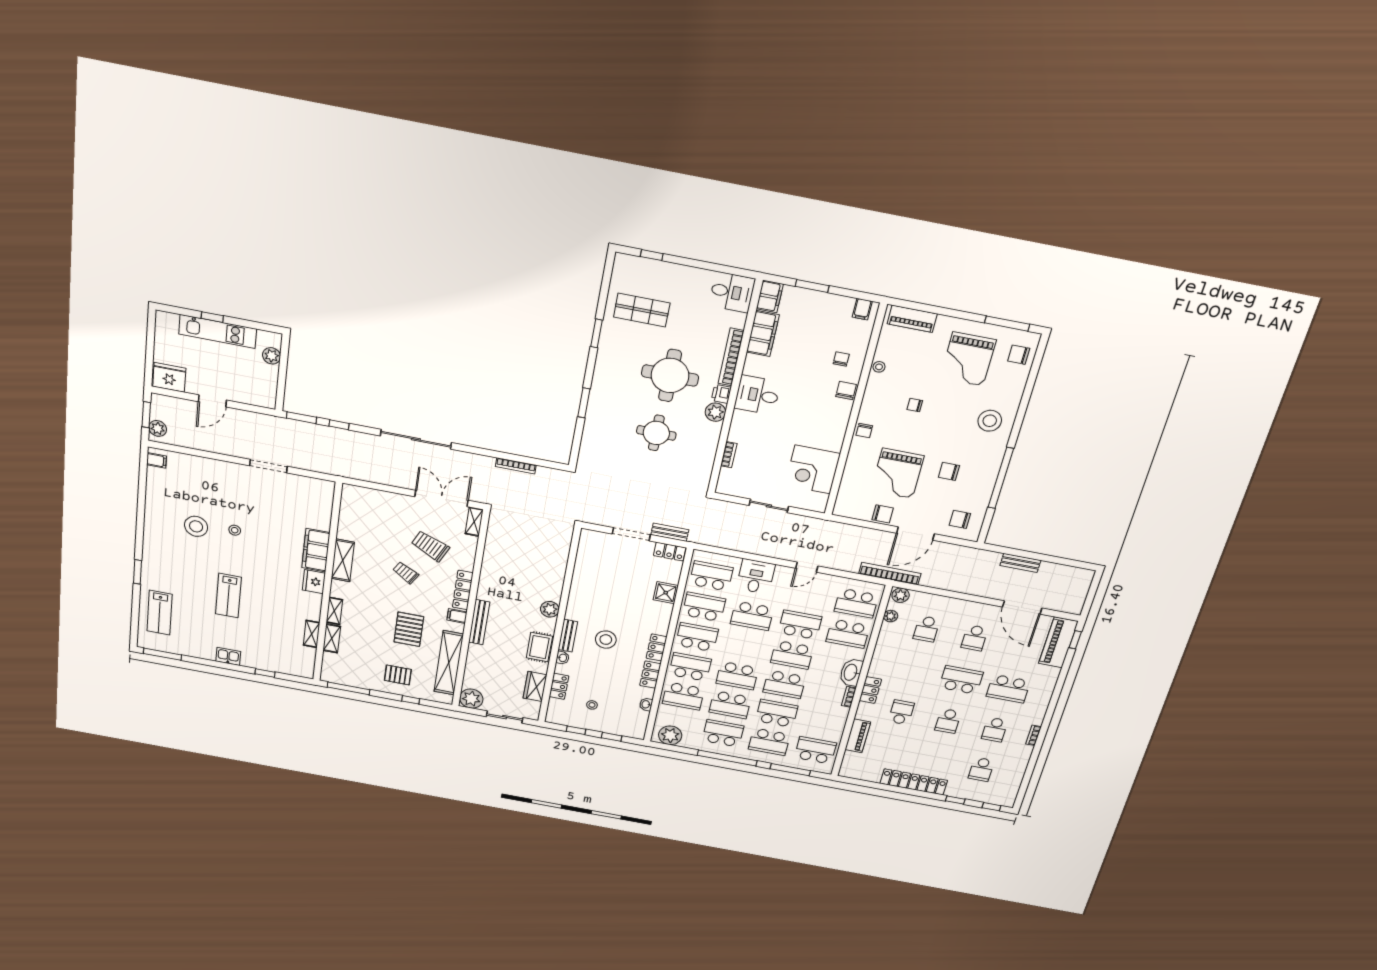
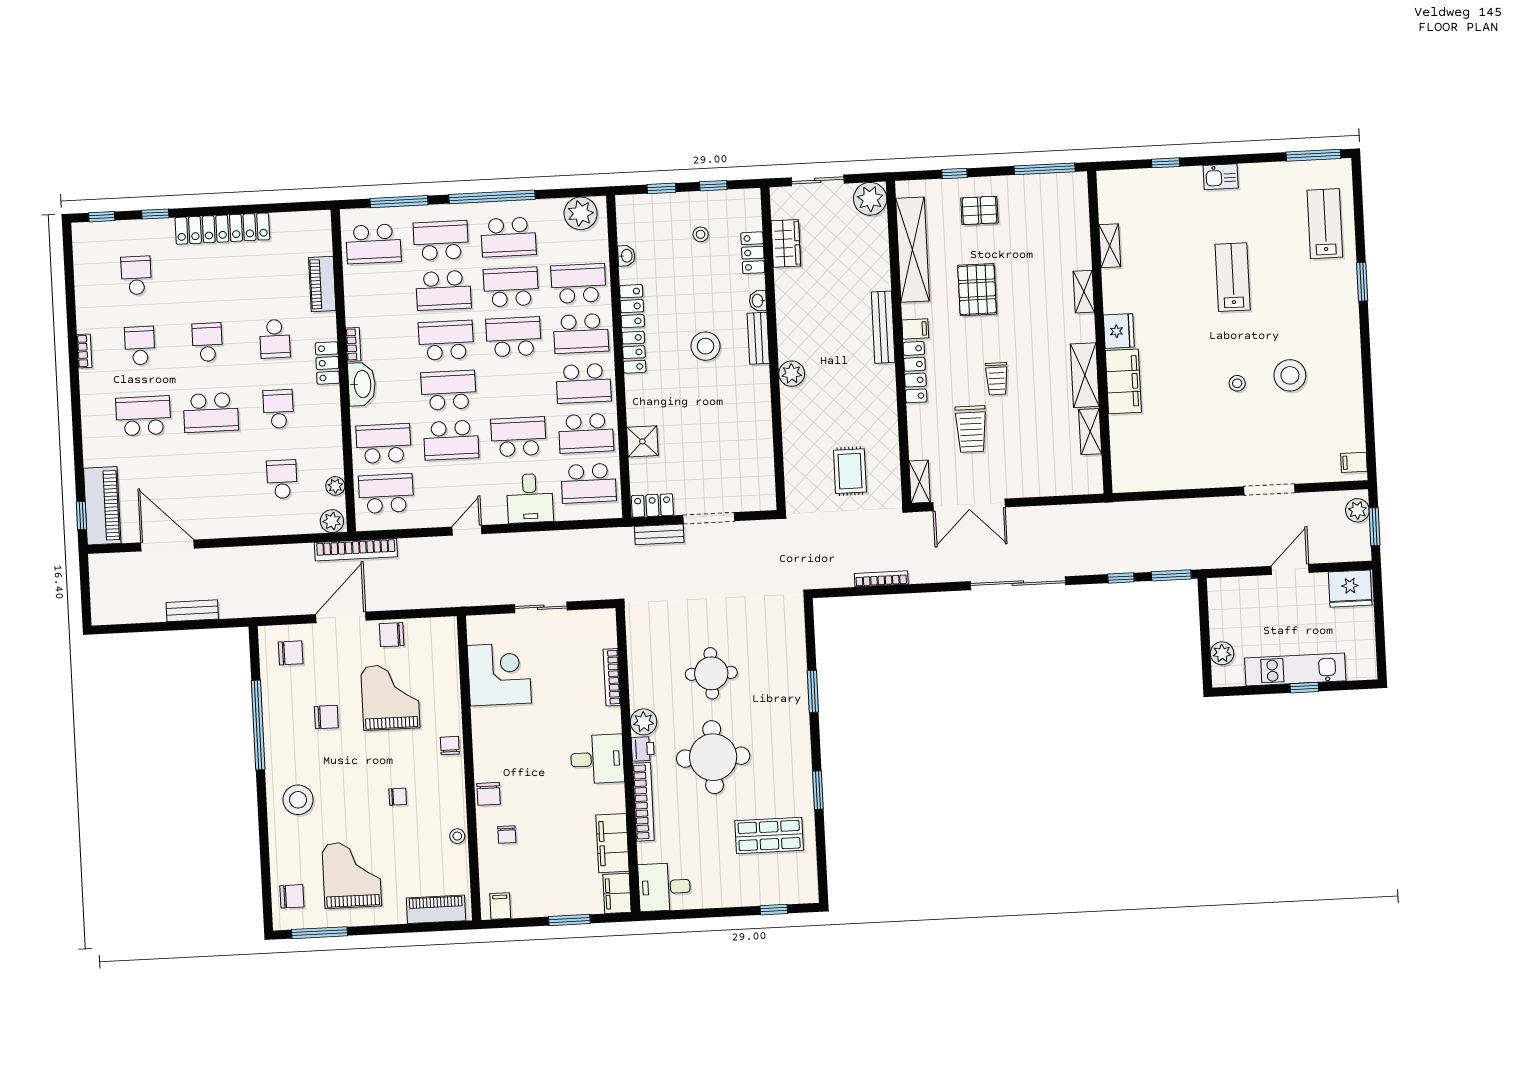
bookcase: (729, 455) -> (612, 677), width x1.56
doorway: (268, 466) -> (1269, 490), moved
trolley: (430, 546) -> (971, 429), turned 65
trolley: (406, 573) -> (997, 379), turned 59
shelving: (332, 638) -> (1090, 432), moved
school desk: (975, 638) -> (278, 409), moved
rug: (539, 647) -> (850, 471), moved

